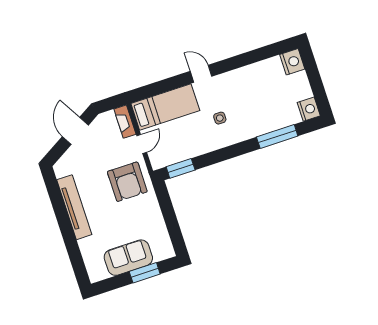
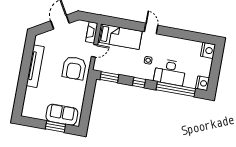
desk: (257, 118) -> (170, 72), added
window: (277, 137) -> (176, 89), width x1.46
window: (224, 154) -> (139, 83), added
sofa: (128, 258) -> (62, 115), moved

